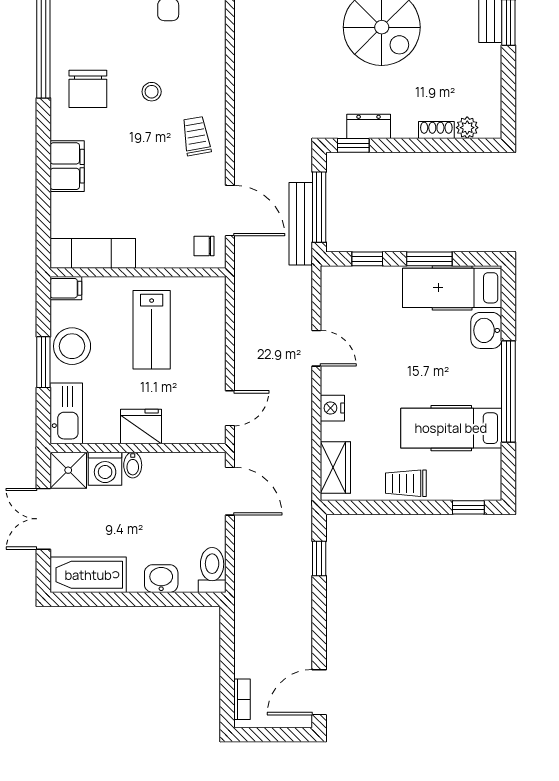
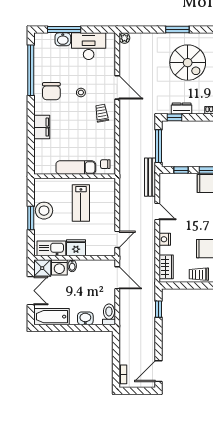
door: (230, 211) -> (117, 87), moved
bench: (301, 224) -> (150, 177), moved
exam couch: (93, 253) -> (76, 168), moved
filing cabinet: (66, 288) -> (41, 184), removed
kitchen sink: (66, 413) -> (51, 248), moved, turned -90
double door: (43, 519) -> (31, 291), swing flipped

